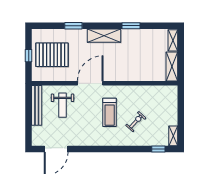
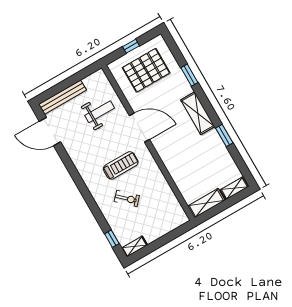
pallet: (52, 55) -> (146, 70), turned 90
bench: (37, 105) -> (62, 97), moved
weight bench: (62, 105) -> (100, 112), turned 180
treadmill: (110, 112) -> (121, 165), turned 180

